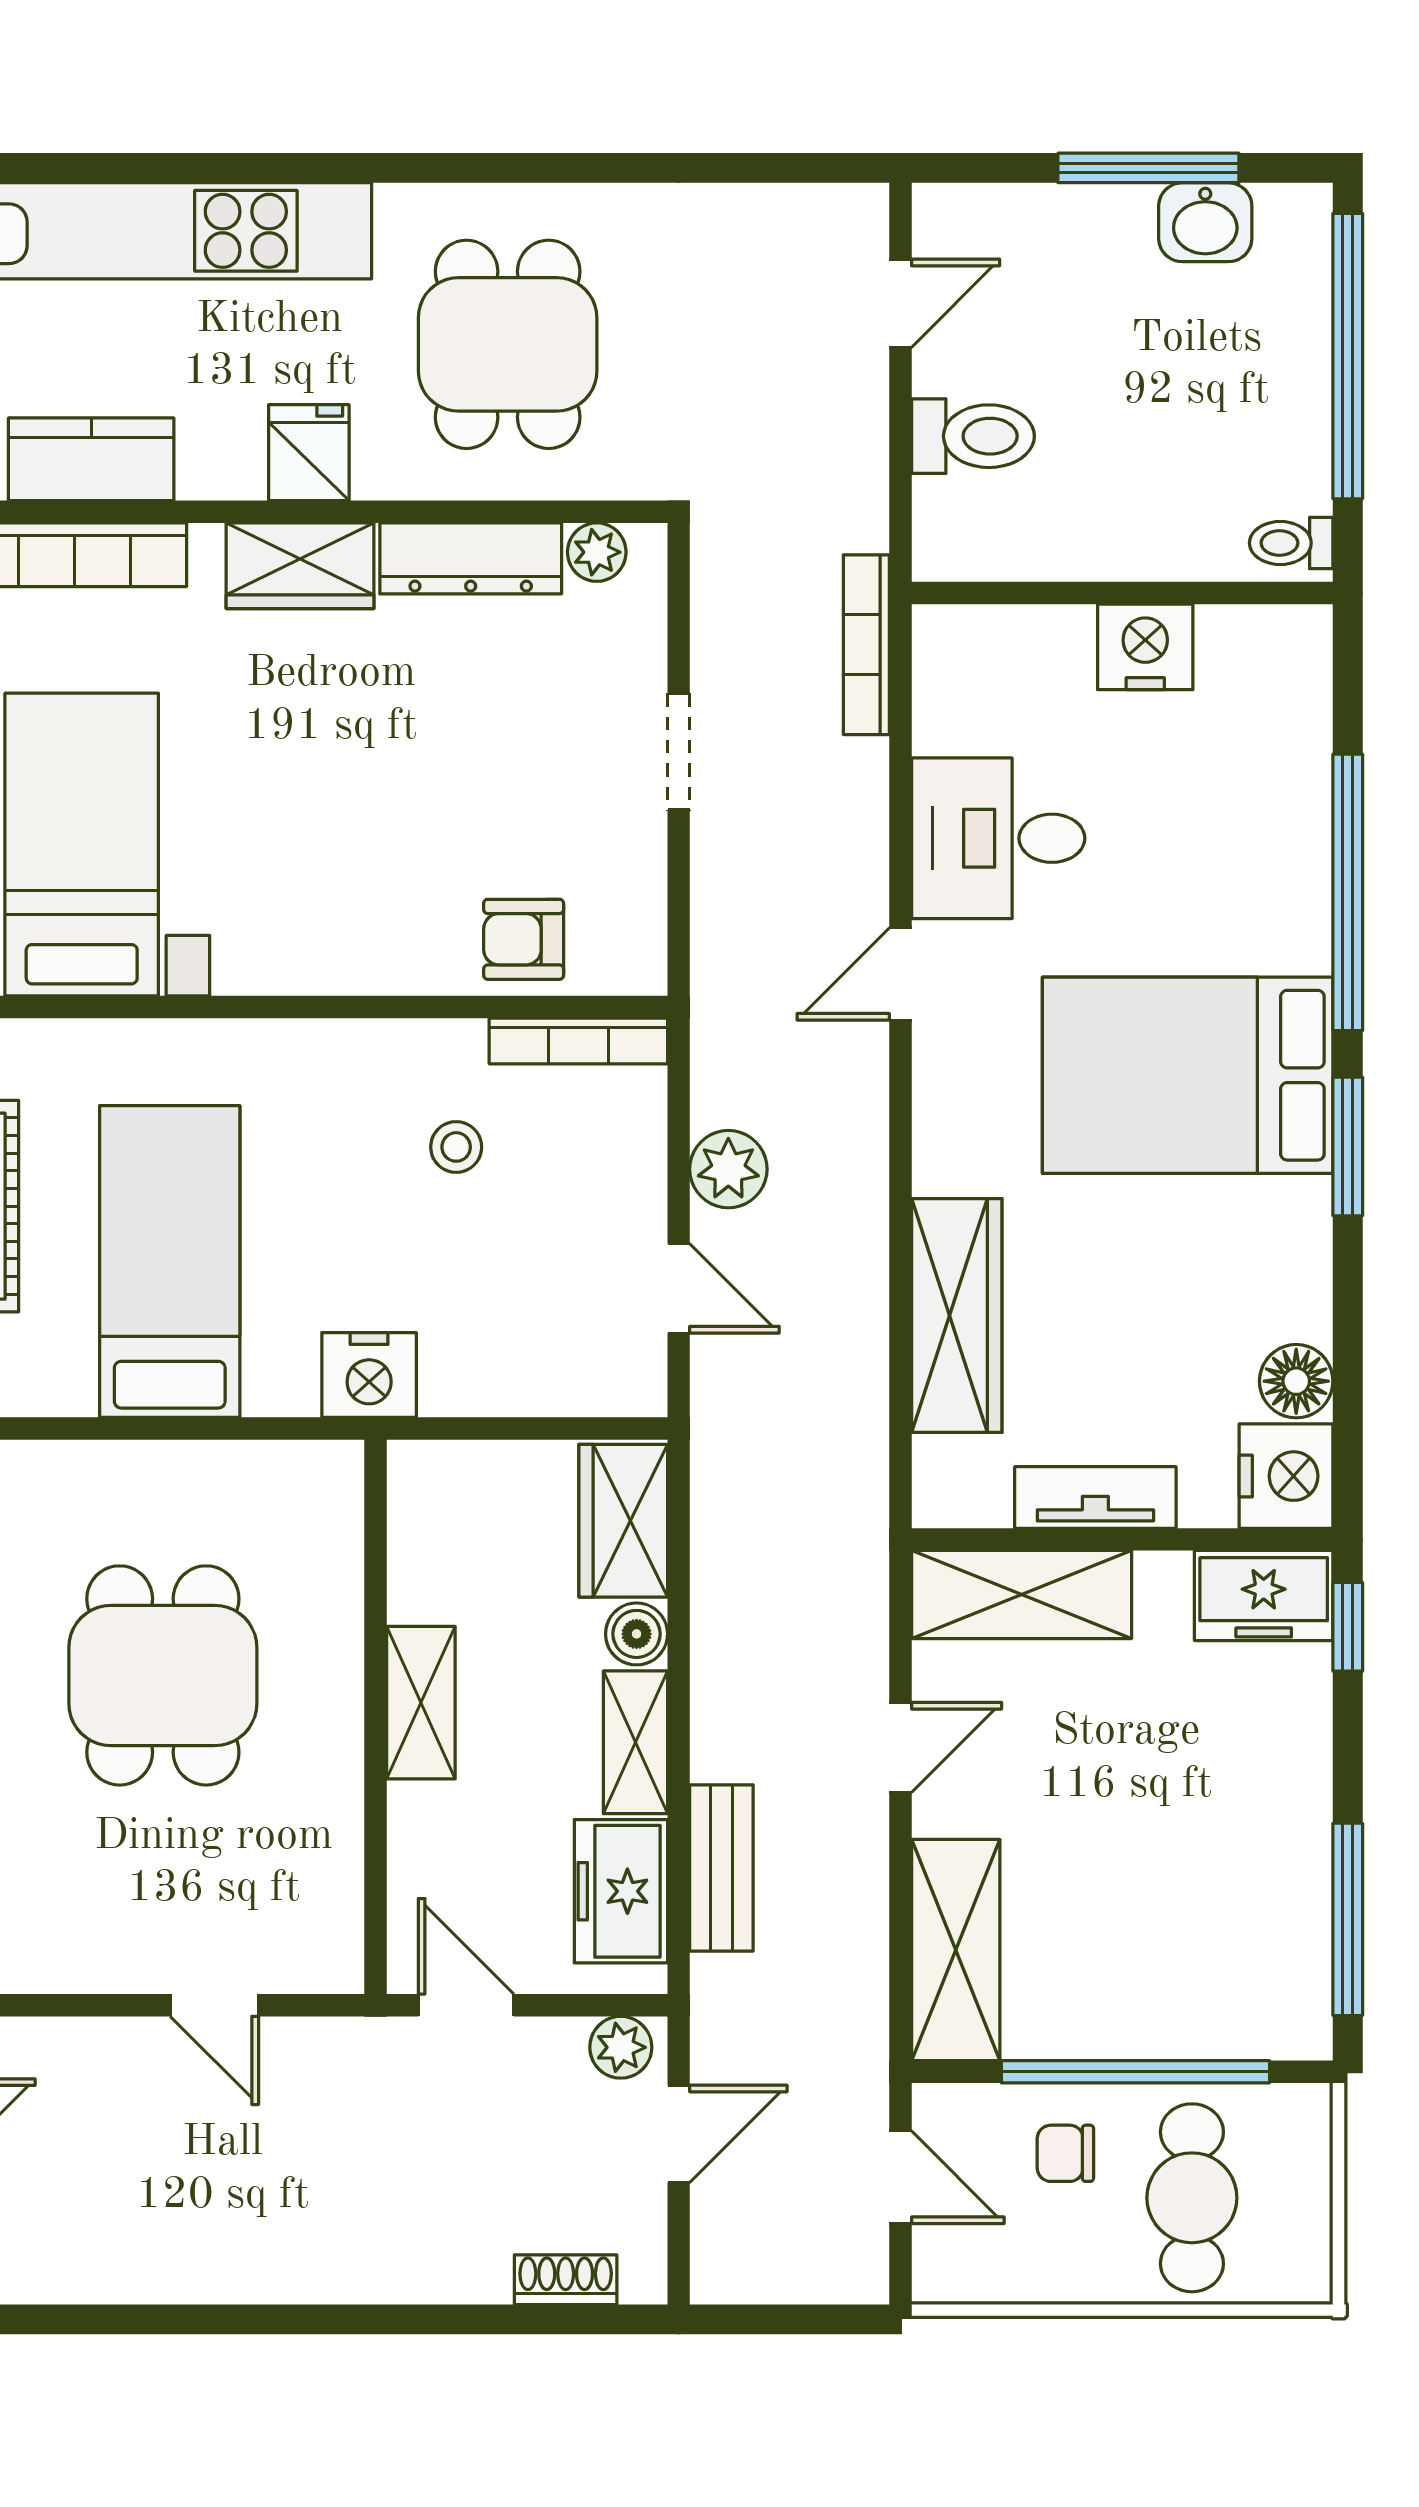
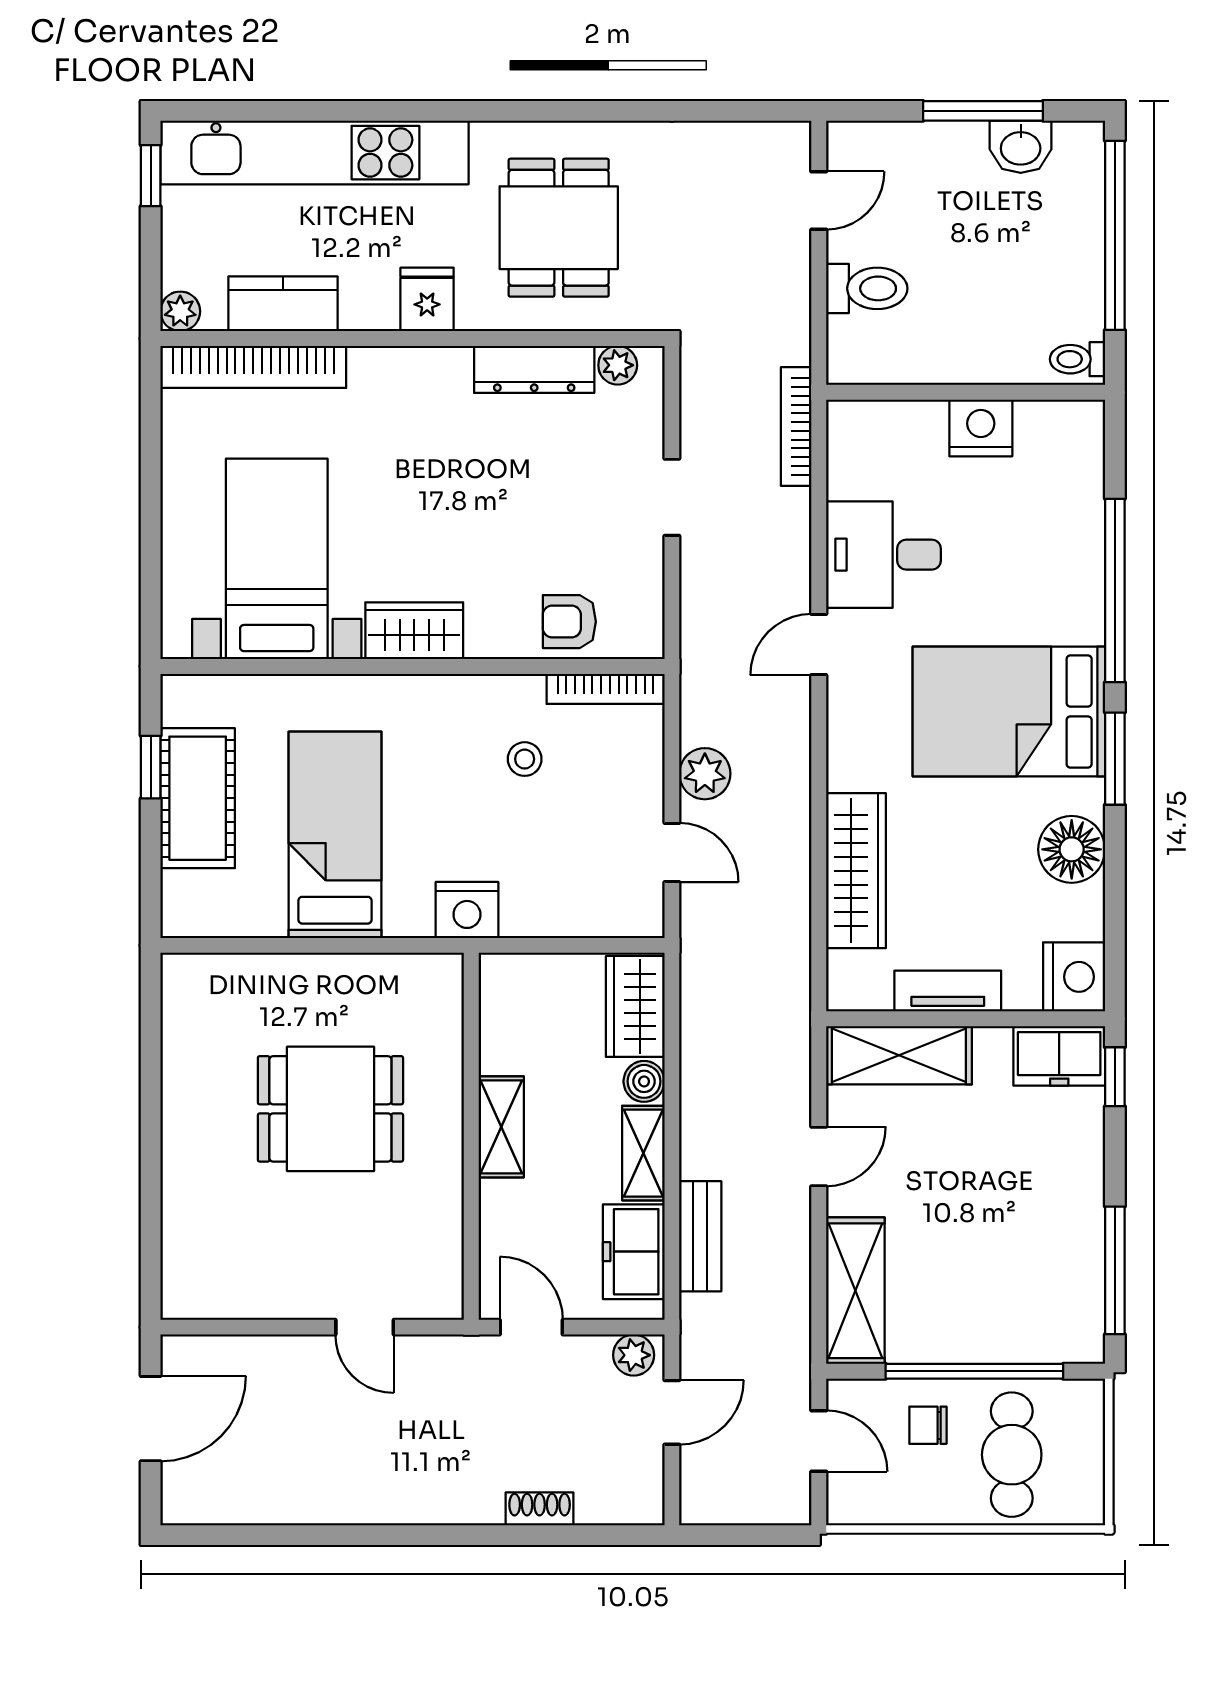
wardrobe: (300, 566) -> (414, 631), moved, turned 180
floor lamp: (1296, 1381) -> (1072, 849), moved, width x1.38, depth x1.38
dining table: (163, 1675) -> (330, 1109), turned 90
shoe rack: (566, 2280) -> (540, 1509), moved

